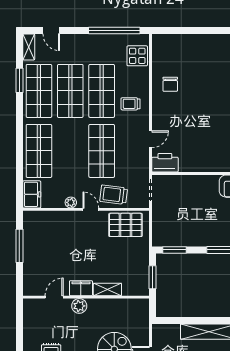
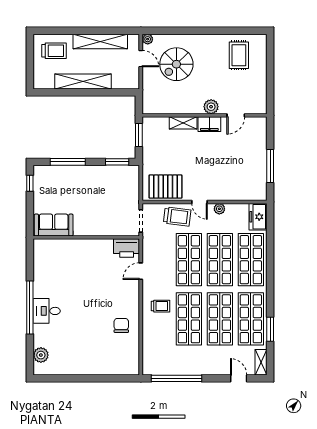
display table: (137, 56) -> (154, 353), removed
shop shelf: (70, 151) -> (220, 260), added

